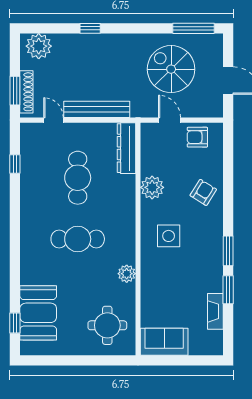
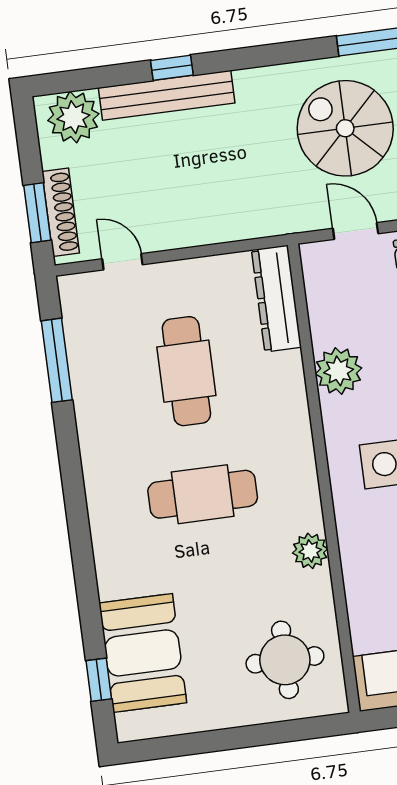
bench: (97, 109) -> (167, 95), moved
window: (15, 164) -> (57, 360), width x2.17

